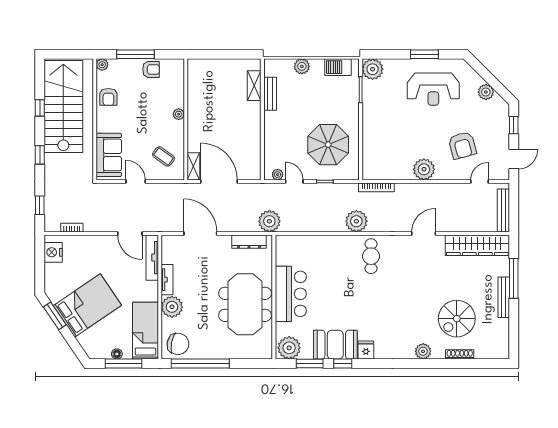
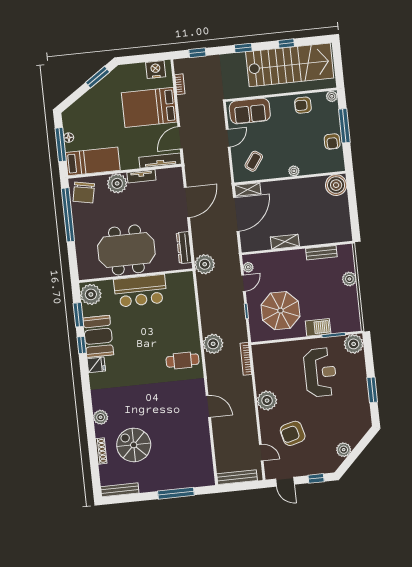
barbecue: (338, 67) -> (318, 327), moved, turned 90
boiler: (199, 70) -> (336, 185), added
shelving: (254, 86) -> (285, 242), moved
reception desk: (433, 89) -> (320, 372), moved, turned 180
wardrobe: (477, 245) -> (203, 457), removed
bench: (504, 297) -> (120, 490), moved
bed: (87, 305) -> (149, 107), moved, turned 124

